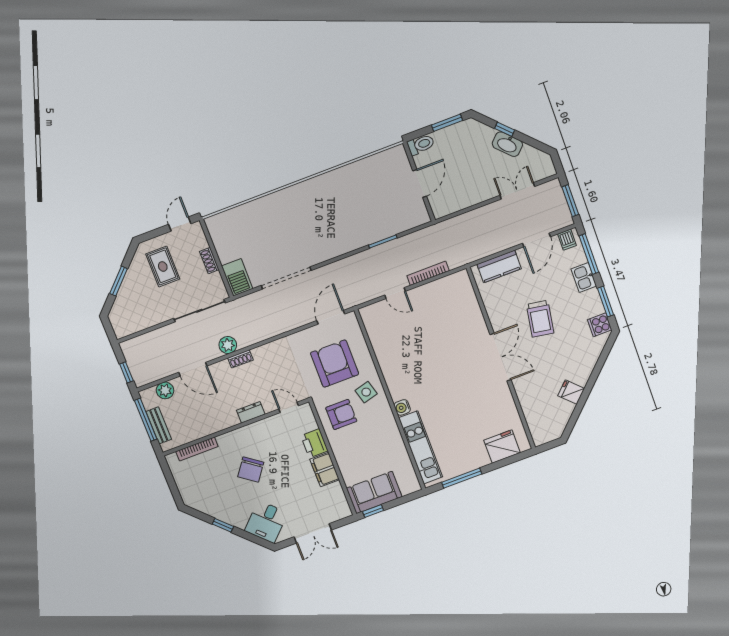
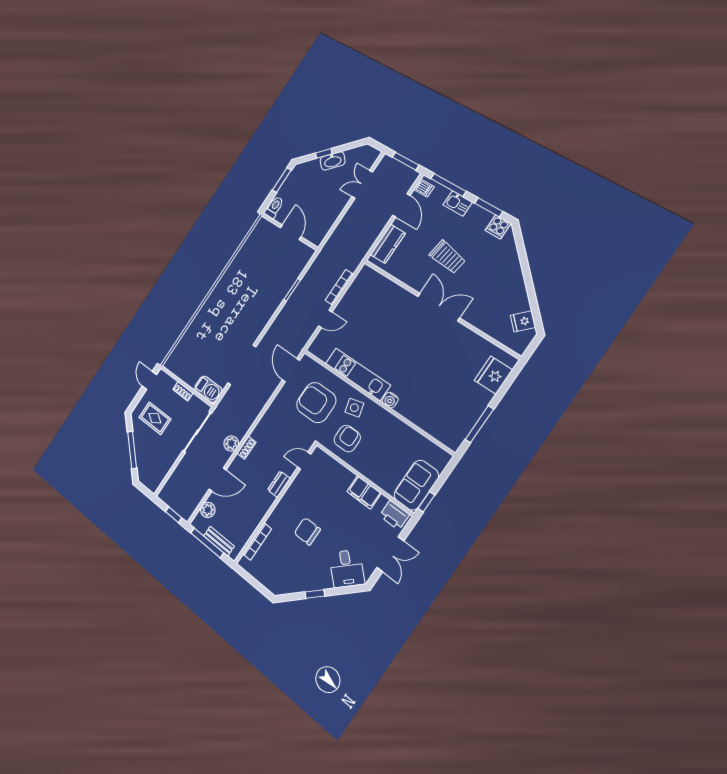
window: (119, 281) -> (132, 450), width x1.44
fridge: (571, 392) -> (523, 321), moved
printer: (314, 443) -> (394, 515), moved
kitchen unit: (421, 447) -> (358, 374), moved
chair: (251, 470) -> (307, 531), turned 144

